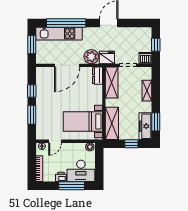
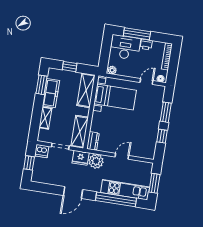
door: (67, 65) -> (122, 156), width x0.53
freezer: (145, 126) -> (51, 93), moved

